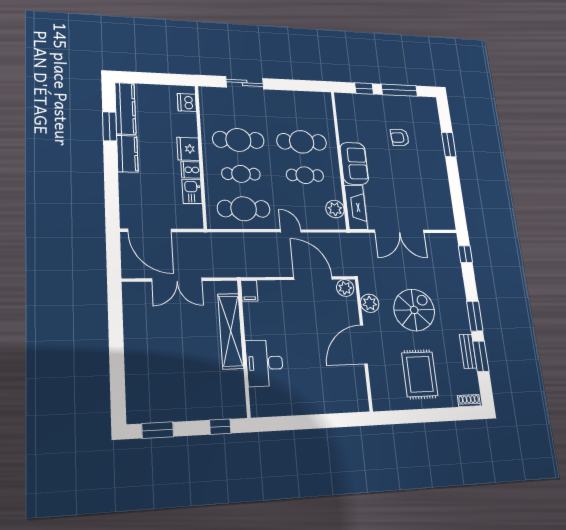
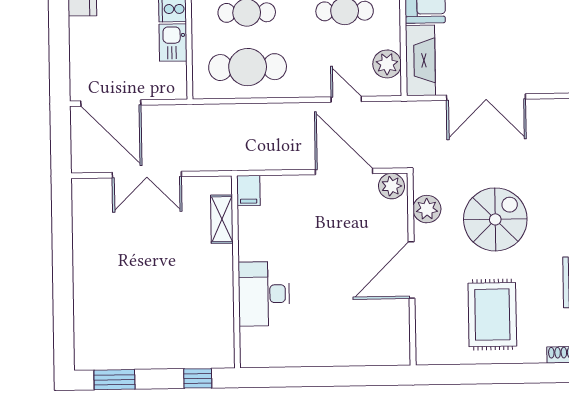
door: (291, 231) -> (346, 99), moved
shelving: (231, 331) -> (222, 219), width x0.45, depth x0.75

